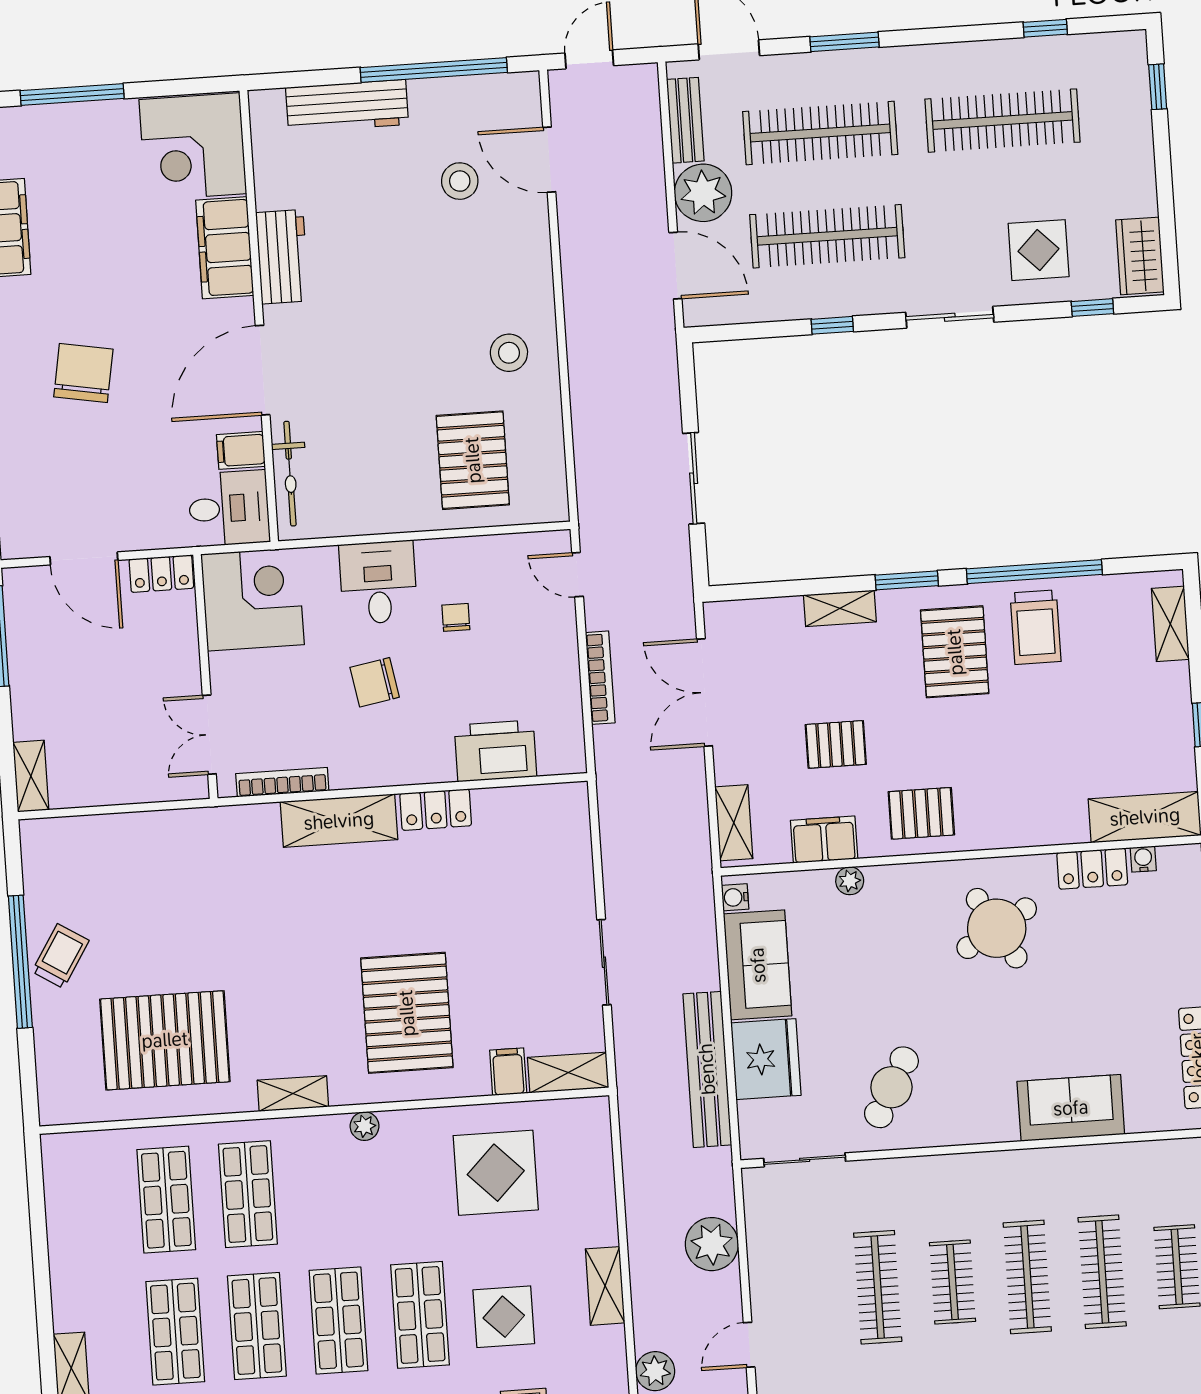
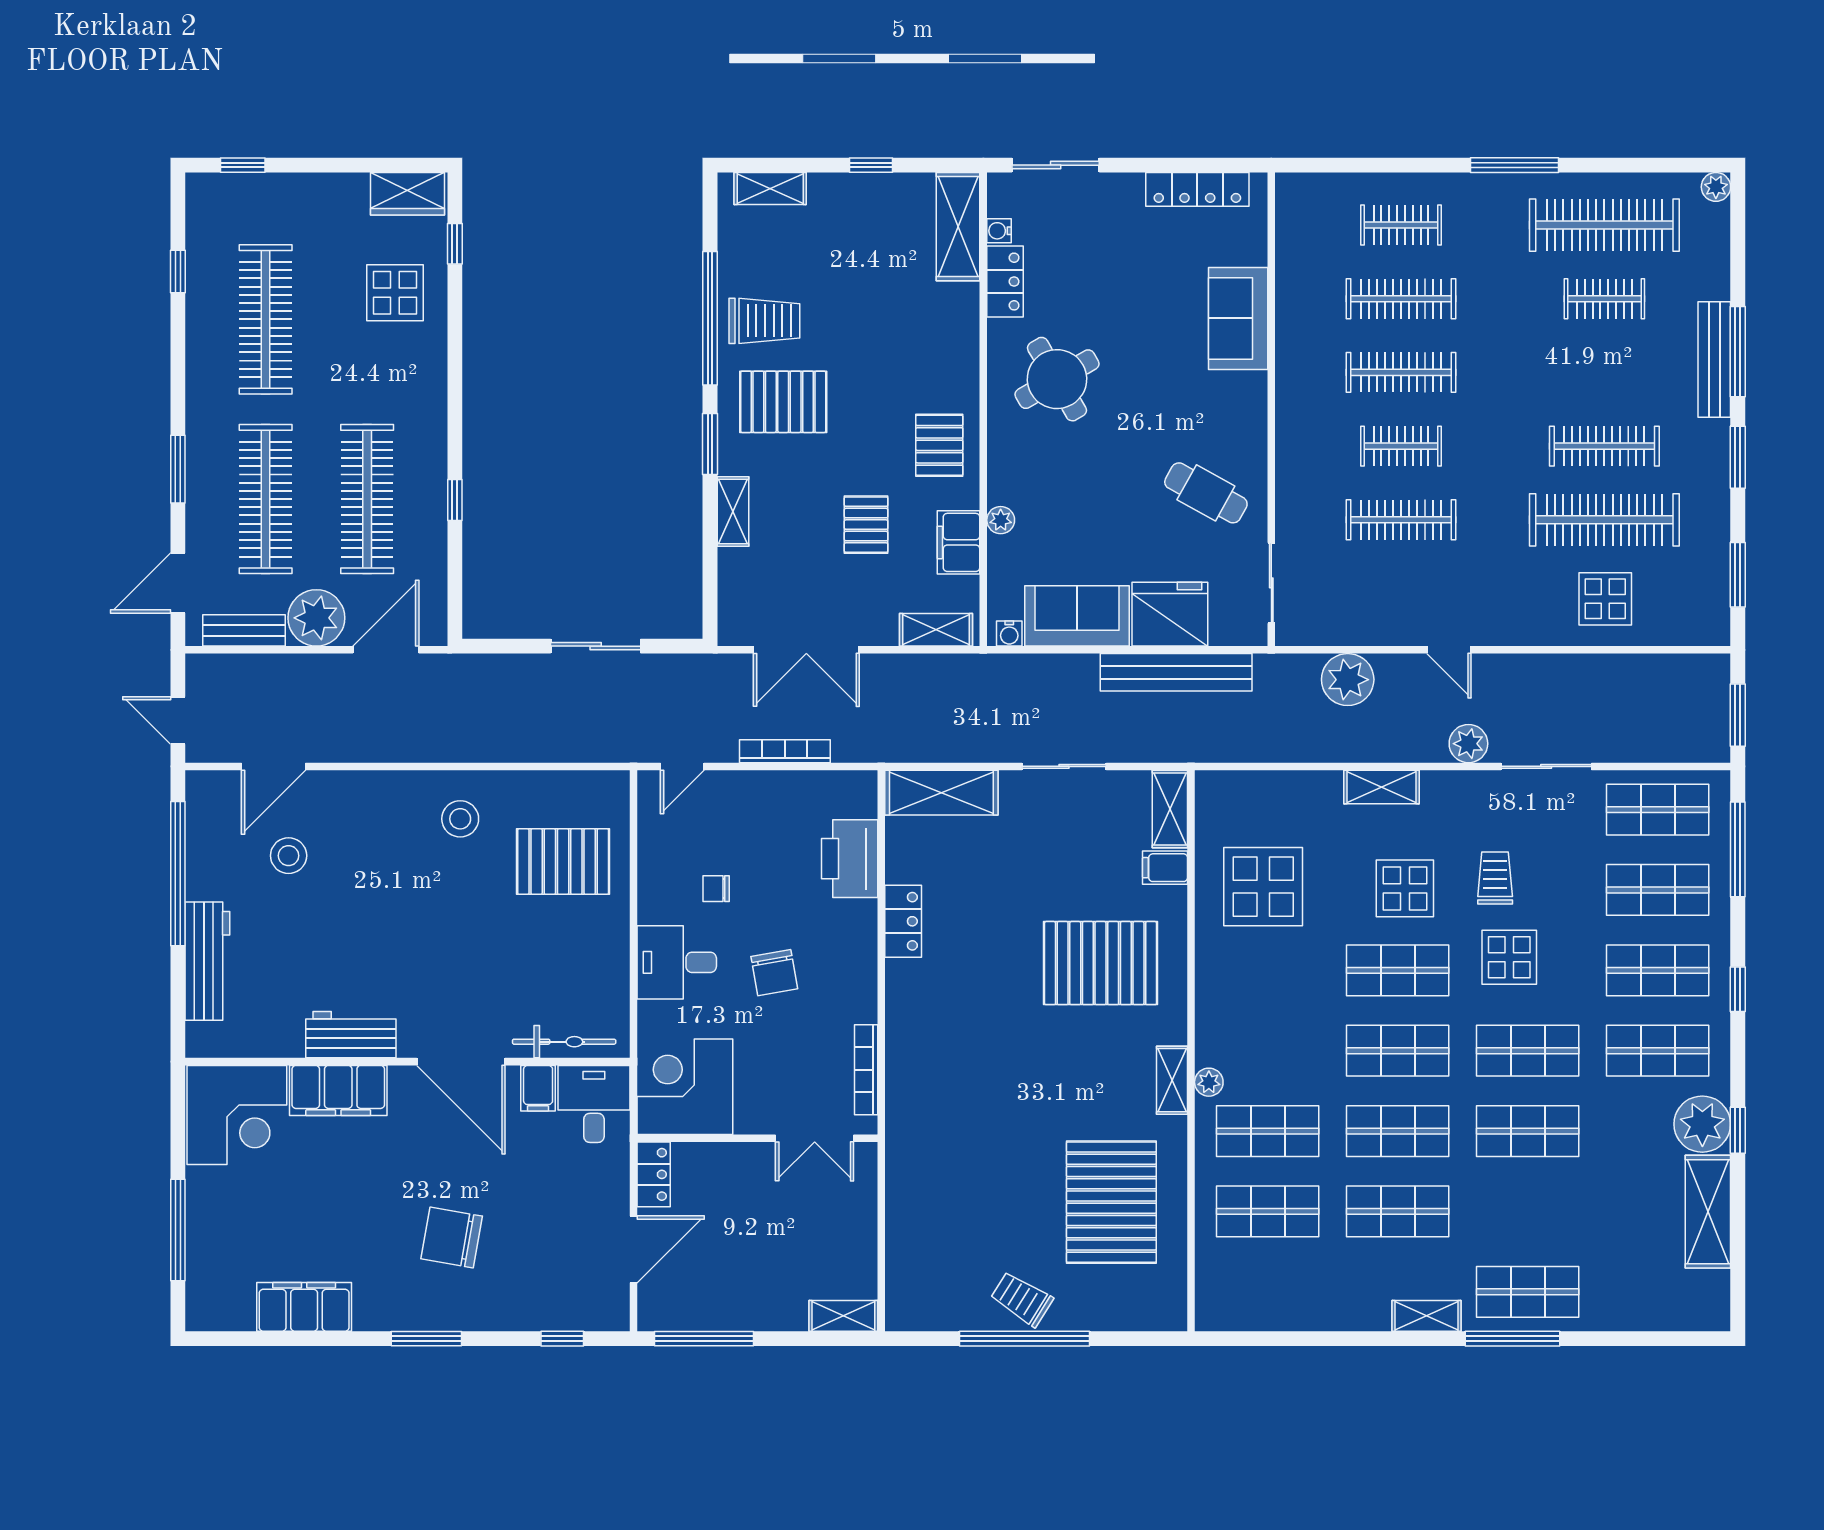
sliding door: (950, 317) -> (455, 384), removed
shelving: (339, 821) -> (941, 793), moved, turned 90
plant: (365, 1126) -> (1209, 1082), moved

